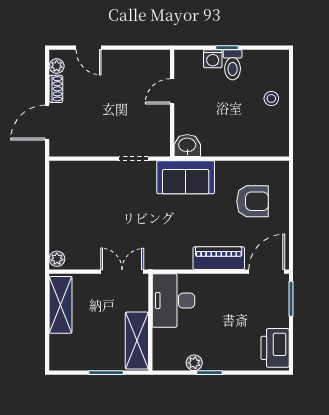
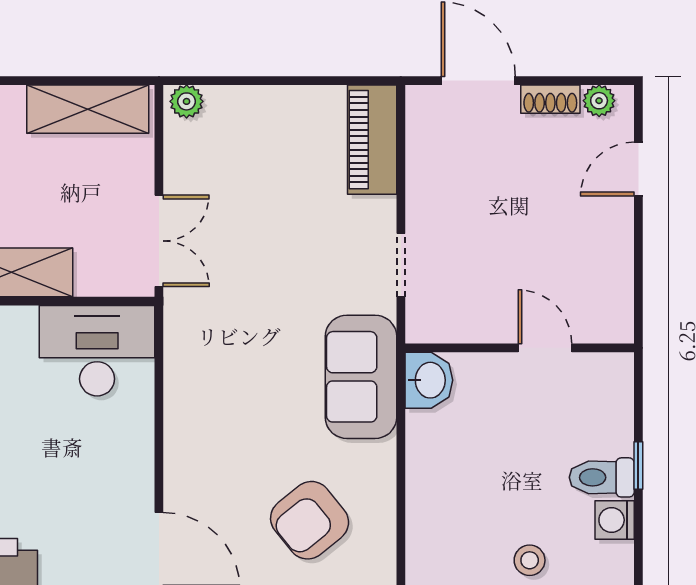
washing machine: (213, 59) -> (615, 520), moved
armchair: (253, 201) -> (310, 520), turned 51
piano: (219, 258) -> (372, 140), moved, turned 180

